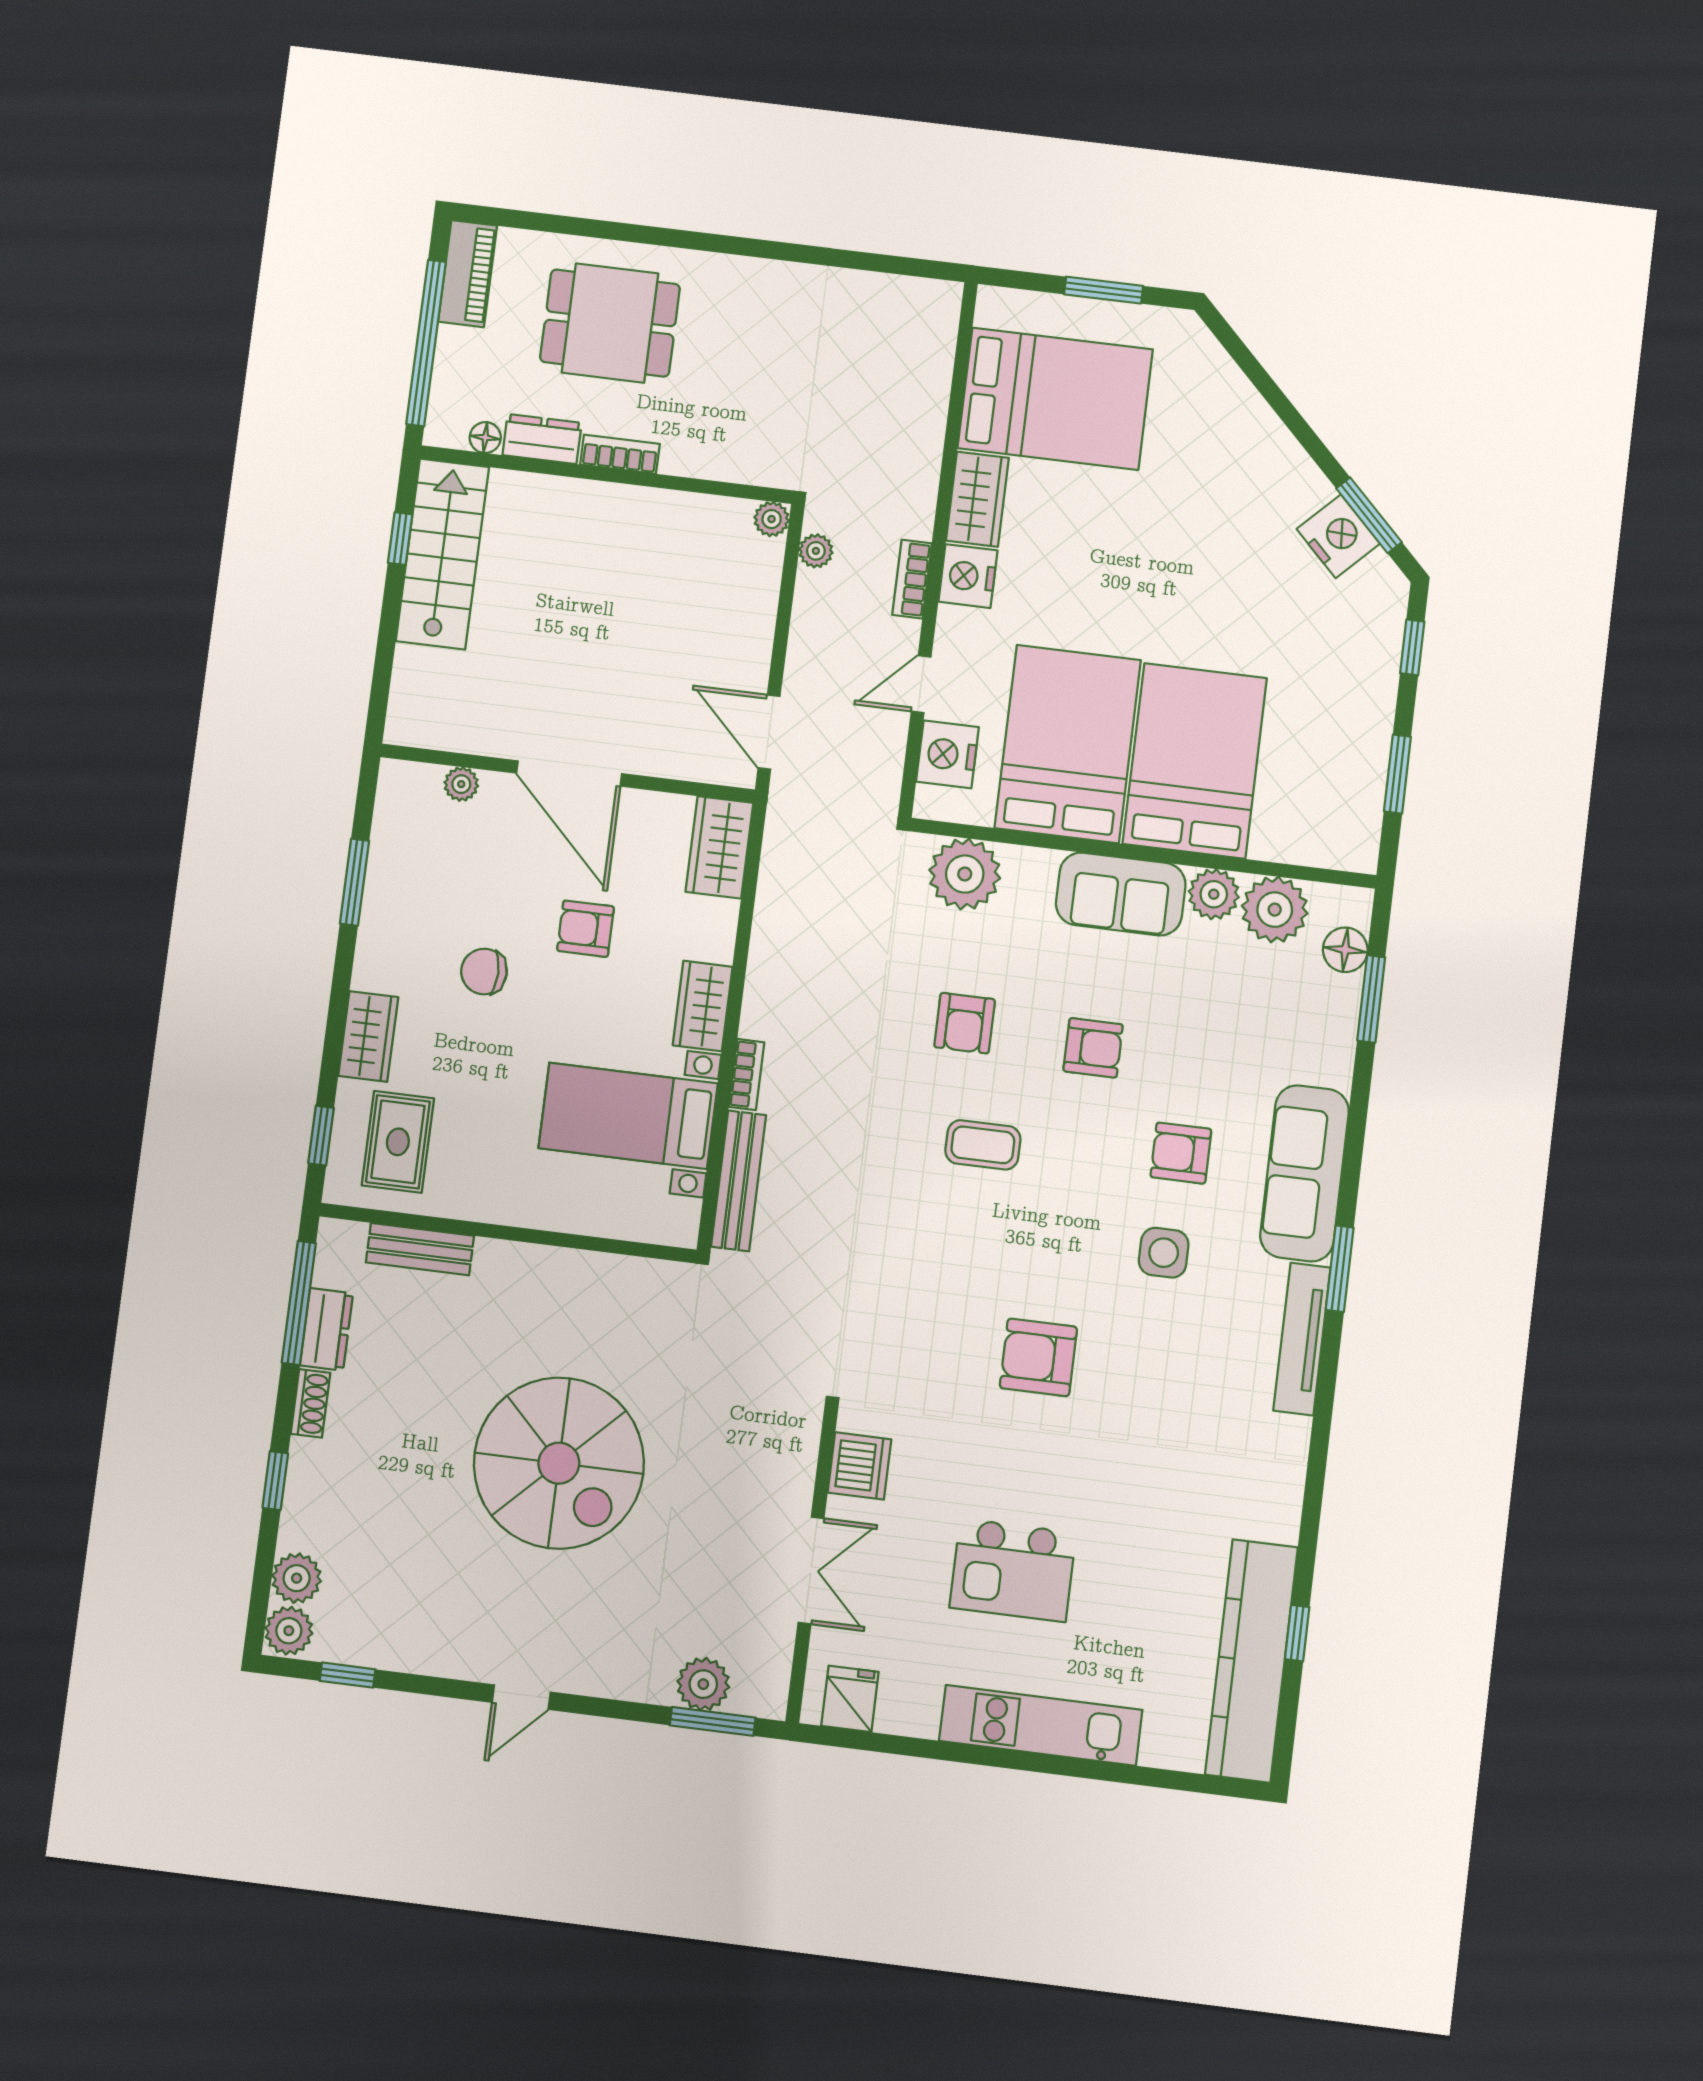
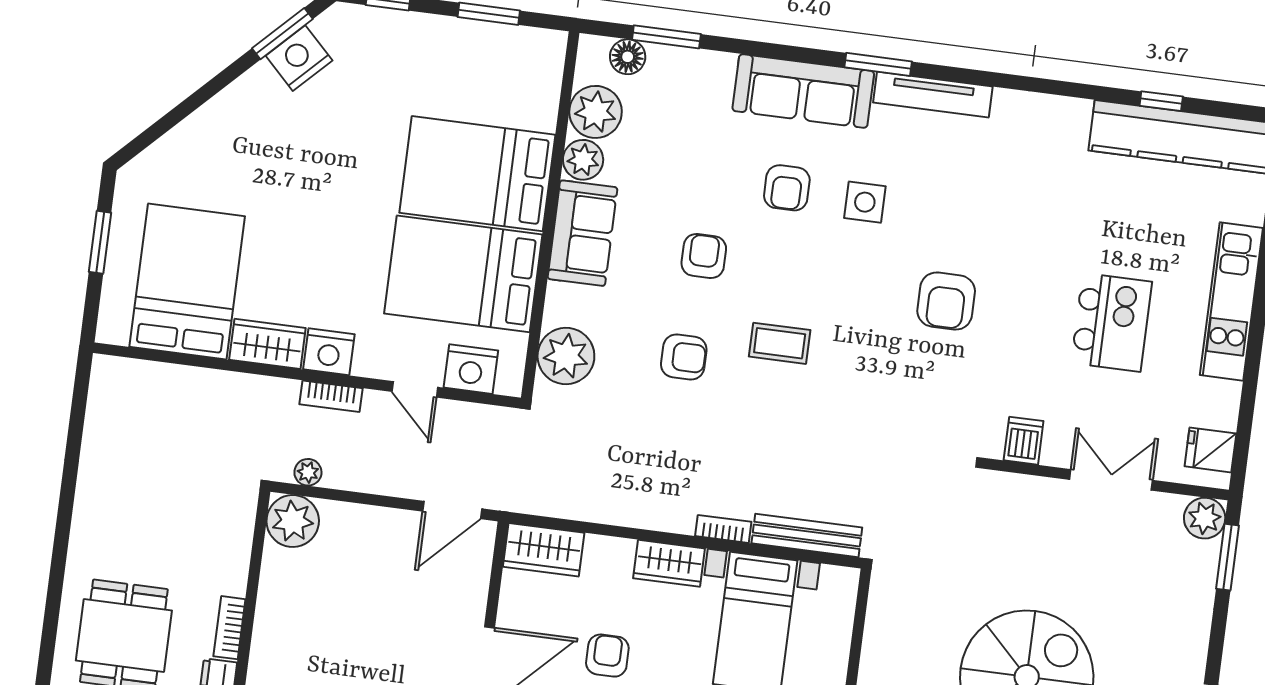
plant: (772, 519) -> (293, 521), width x1.88, depth x1.88
armchair: (586, 929) -> (607, 656), turned 180
coffee table: (983, 1145) -> (780, 343), turned 90
dishwasher: (860, 1466) -> (1024, 441), width x0.73
plant: (703, 1684) -> (1205, 518), moved

